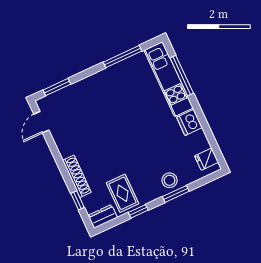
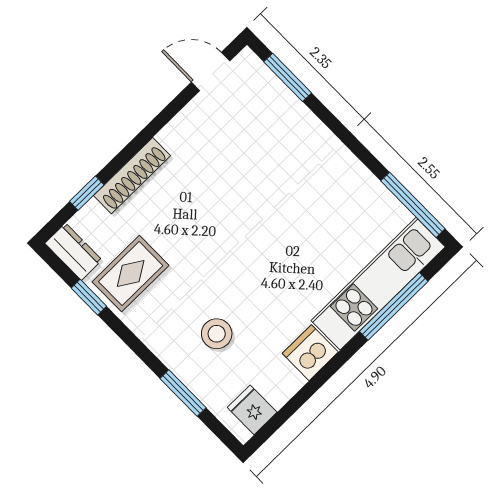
window: (122, 57) -> (413, 205), moved
stool: (170, 180) -> (217, 334), moved
window: (176, 194) -> (183, 393), moved
window: (138, 211) -> (89, 297), moved

